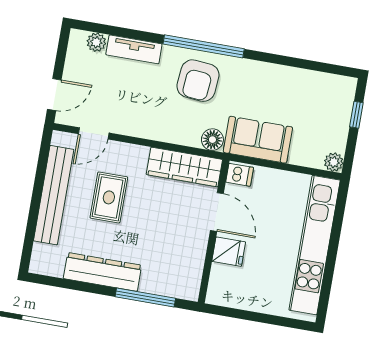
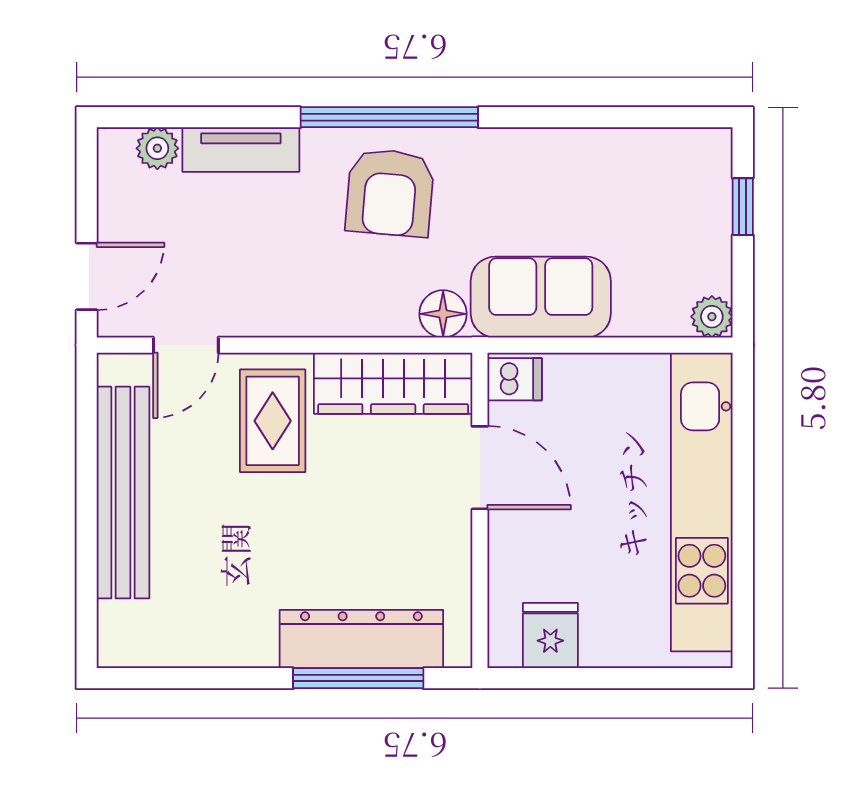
rug: (109, 197) -> (273, 421), moved
fridge: (229, 252) -> (550, 635), moved, turned -90
dresser: (102, 272) -> (361, 639), moved

